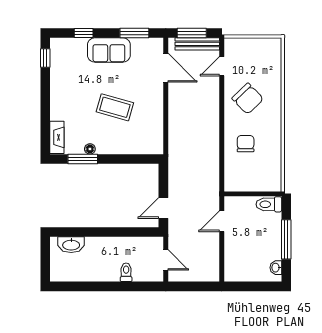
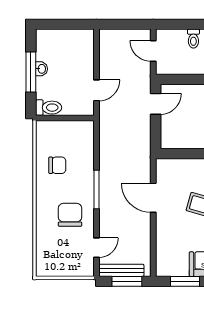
door: (166, 68) -> (153, 198), moved
chair: (248, 99) -> (70, 215), turned 44
window: (222, 124) -> (96, 189), added
chair: (246, 144) -> (57, 165), moved, turned -90
washbasin: (276, 268) -> (41, 69), moved

